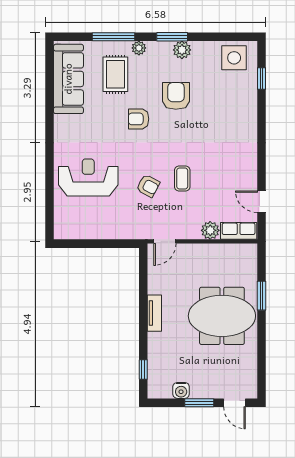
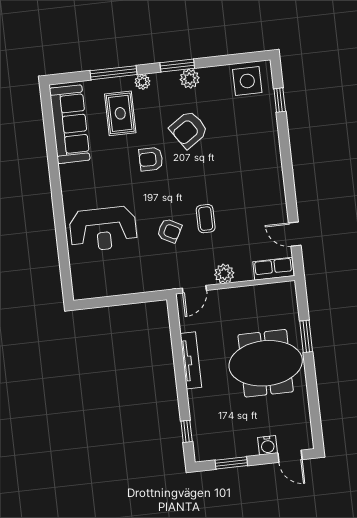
armchair: (176, 96) -> (189, 130), turned -124
reception desk: (88, 177) -> (103, 229), turned 180
plant: (210, 230) -> (224, 274), moved
tv unit: (154, 313) -> (191, 360), width x1.41
water cooler: (181, 390) -> (268, 445), moved
window: (199, 403) -> (231, 463), moved

